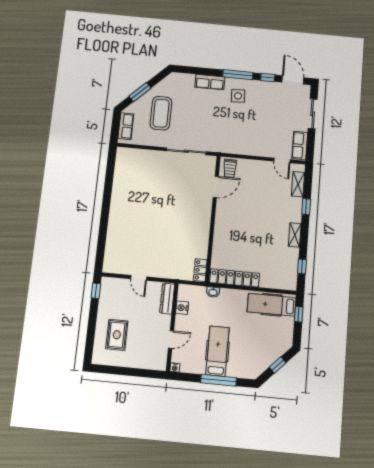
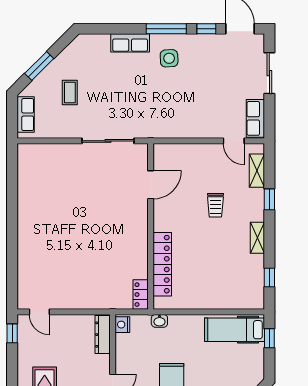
coffee table: (161, 113) -> (70, 92), width x0.54, depth x0.58
trolley: (230, 168) -> (215, 205), moved
door: (139, 278) -> (39, 312), moved
locker: (235, 278) -> (162, 264), moved, turned 90
nightstand: (182, 308) -> (122, 325), moved

